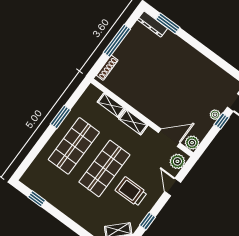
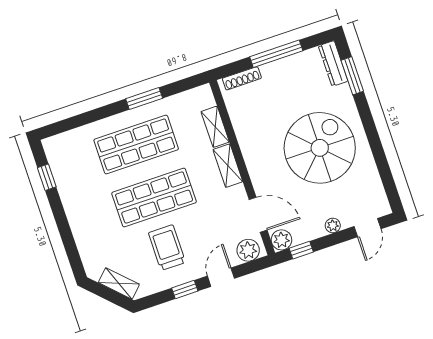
spiral stairs: (178, 76) -> (320, 148), added
window: (222, 121) -> (301, 250), moved
window: (148, 221) -> (185, 289), moved

